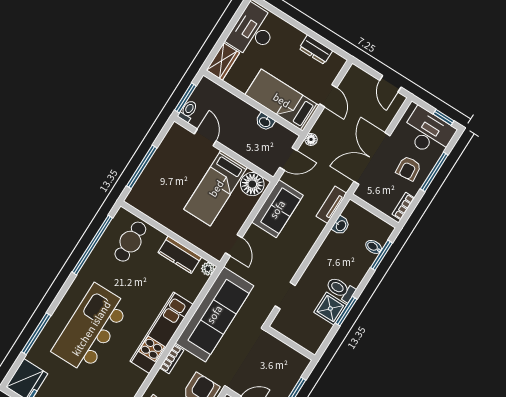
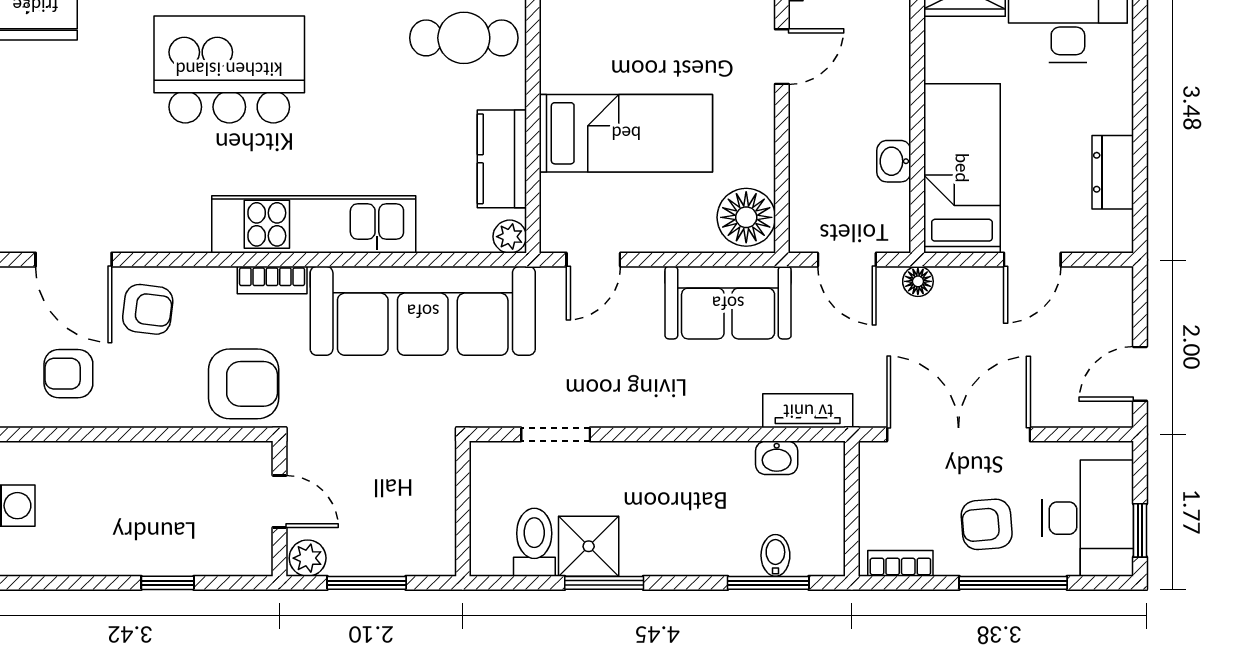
bed: (216, 188) -> (626, 133), moved, turned 180
toilet: (341, 289) -> (534, 542), moved
kitchen island: (91, 328) -> (229, 69), width x0.73

